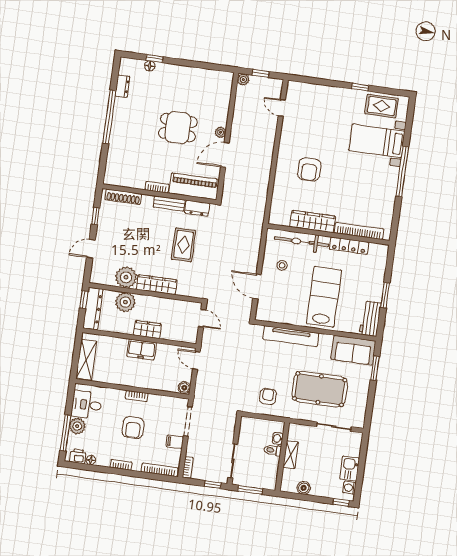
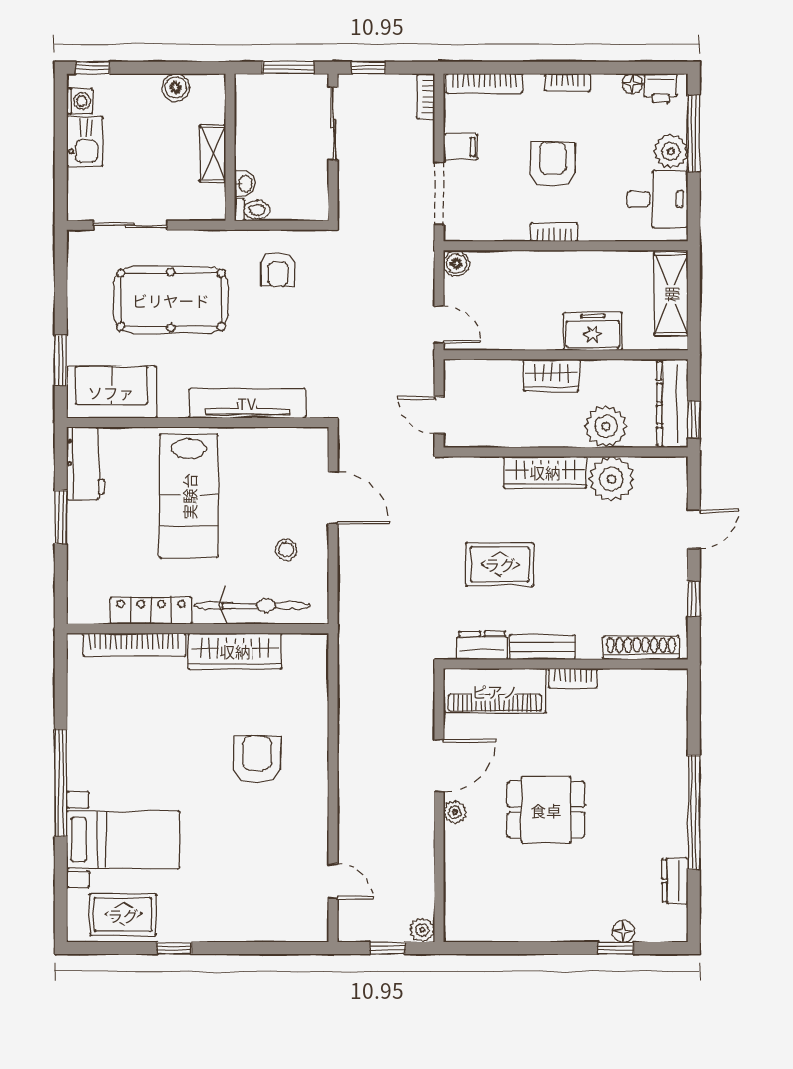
rug: (184, 245) -> (500, 564), turned 90
freezer: (142, 350) -> (593, 331), moved
toilet: (273, 450) -> (252, 210), moved

